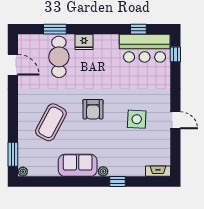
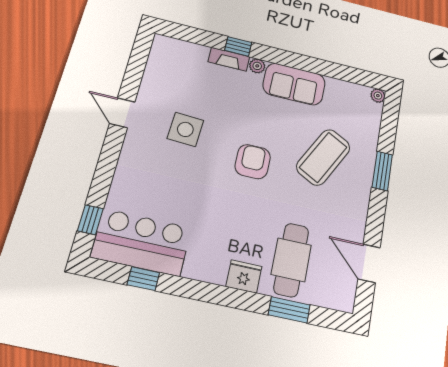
window: (13, 154) -> (382, 171), moved
fireplace: (158, 171) -> (229, 59), moved

